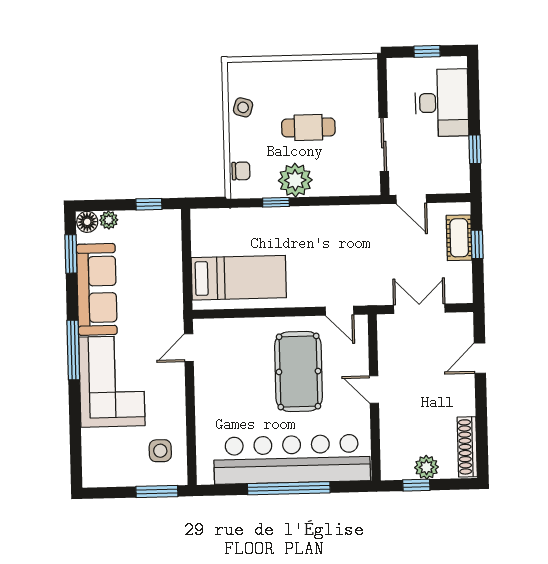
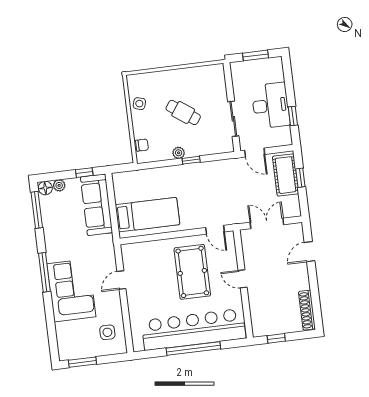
window: (427, 51) -> (255, 55), width x1.50
desk: (442, 103) -> (271, 105), moved
cafe table: (308, 127) -> (183, 112), turned 35
plant: (295, 180) -> (179, 153), width x0.53, depth x0.53
window: (276, 202) -> (191, 160), moved
cot: (459, 238) -> (286, 175), width x1.37, depth x1.34
window: (71, 254) -> (37, 210), width x1.44
sofa: (97, 289) -> (97, 205), moved, turned 180
door: (189, 348) -> (121, 280), moved
plant: (426, 467) -> (282, 326), removed
window: (157, 491) -> (82, 362), moved

